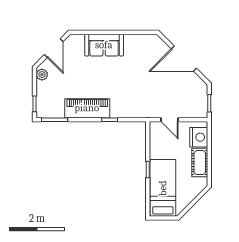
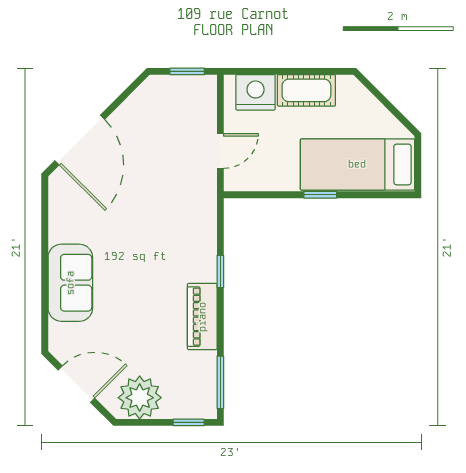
door: (184, 59) -> (80, 140), moved
plant: (42, 75) -> (140, 398), width x1.87, depth x1.87
piano: (87, 108) -> (202, 317), width x0.73, depth x0.75

